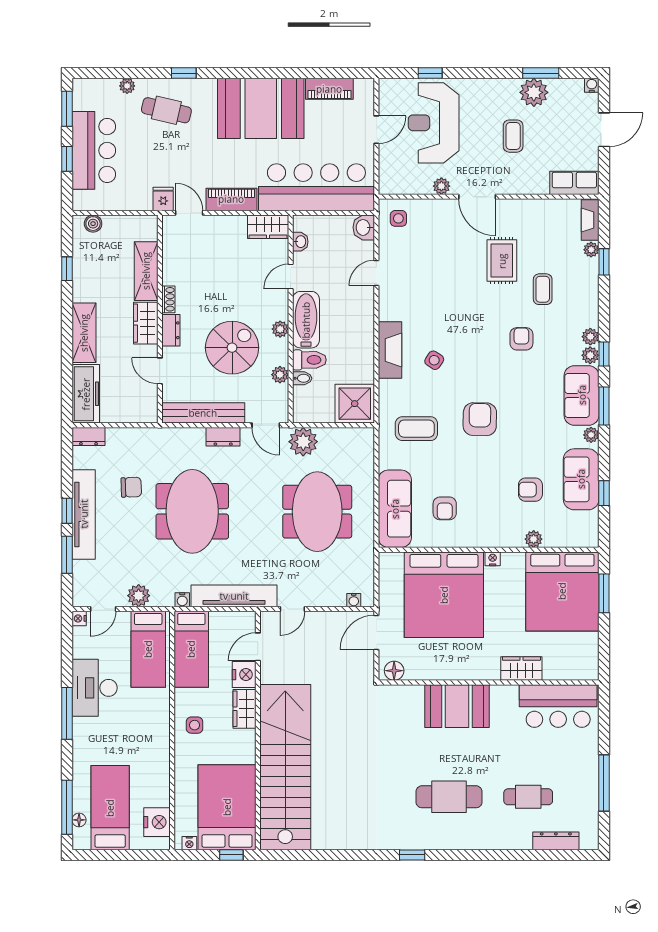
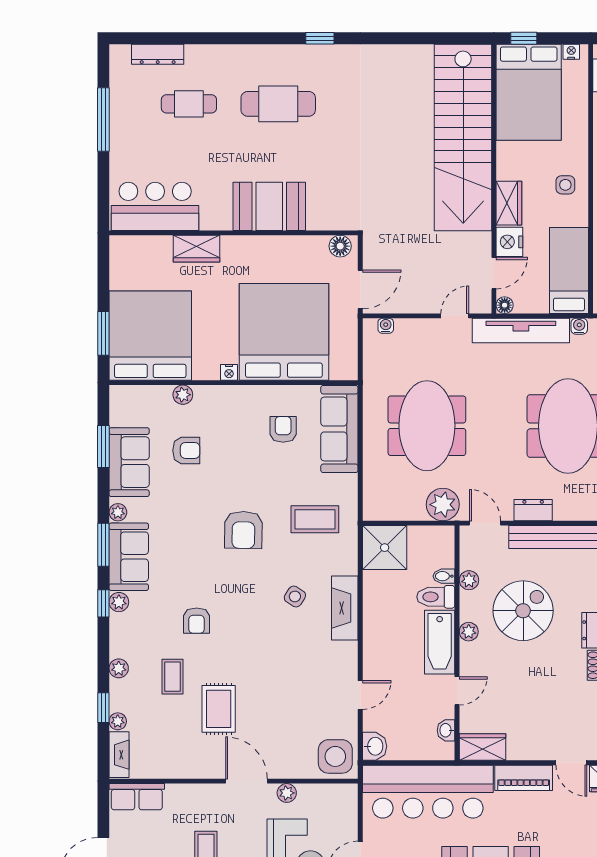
side table: (398, 218) -> (335, 756), width x1.87, depth x1.87
plant: (590, 337) -> (119, 668), moved
spiral stairs: (232, 348) -> (523, 611), turned 180
window: (604, 493) -> (103, 447), width x1.50
floor lamp: (248, 618) -> (505, 305), added

